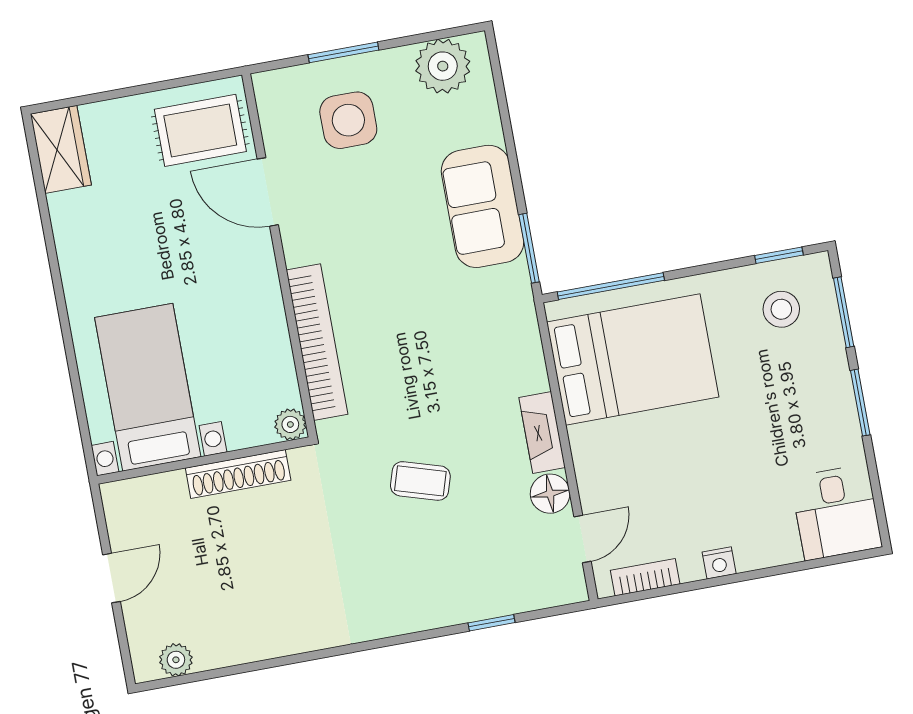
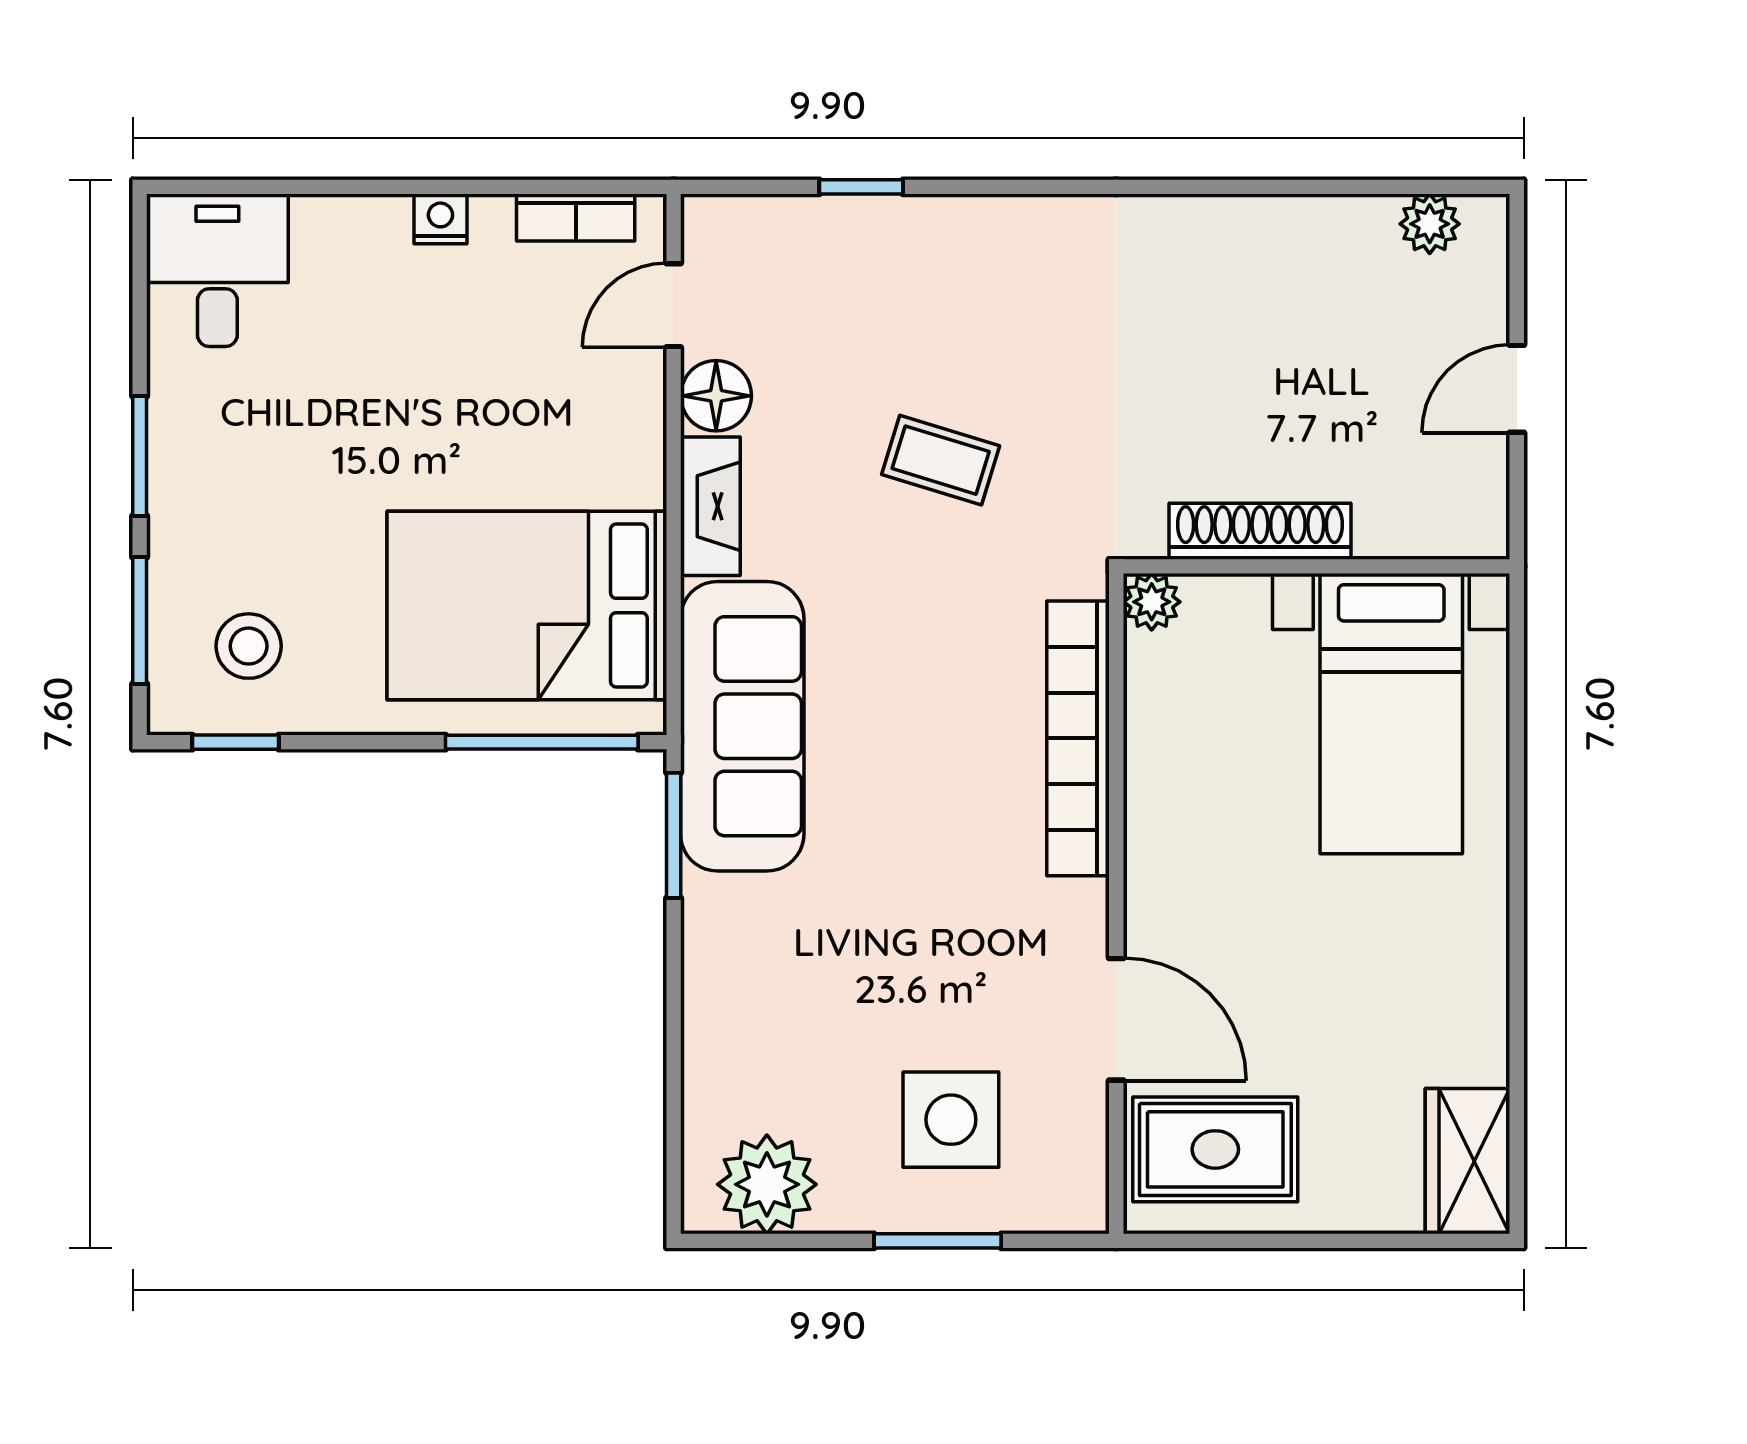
sofa: (483, 206) -> (742, 726), moved, width x1.36

